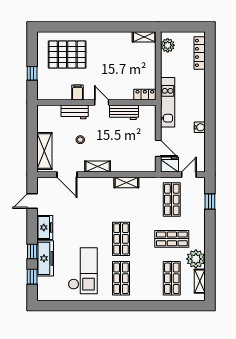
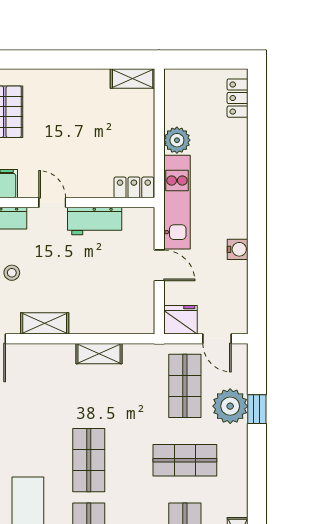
plant: (168, 45) -> (177, 140), moved
locker: (200, 53) -> (237, 98), width x0.66
door: (158, 148) -> (159, 265), moved
door: (189, 175) -> (217, 339), swing flipped
window: (210, 201) -> (257, 409), moved
plant: (196, 259) -> (230, 406), moved

